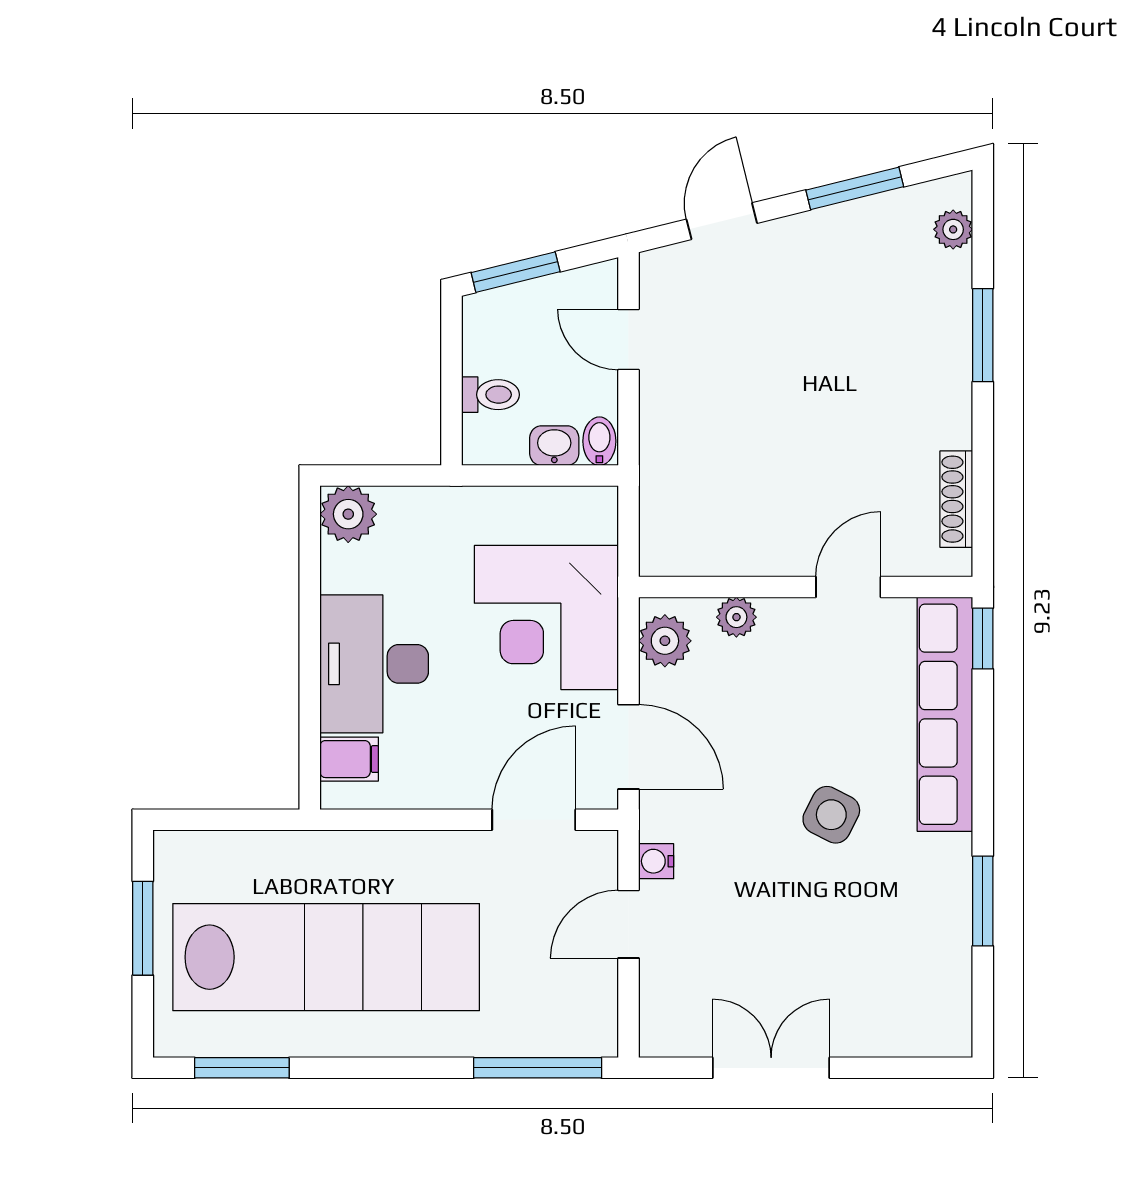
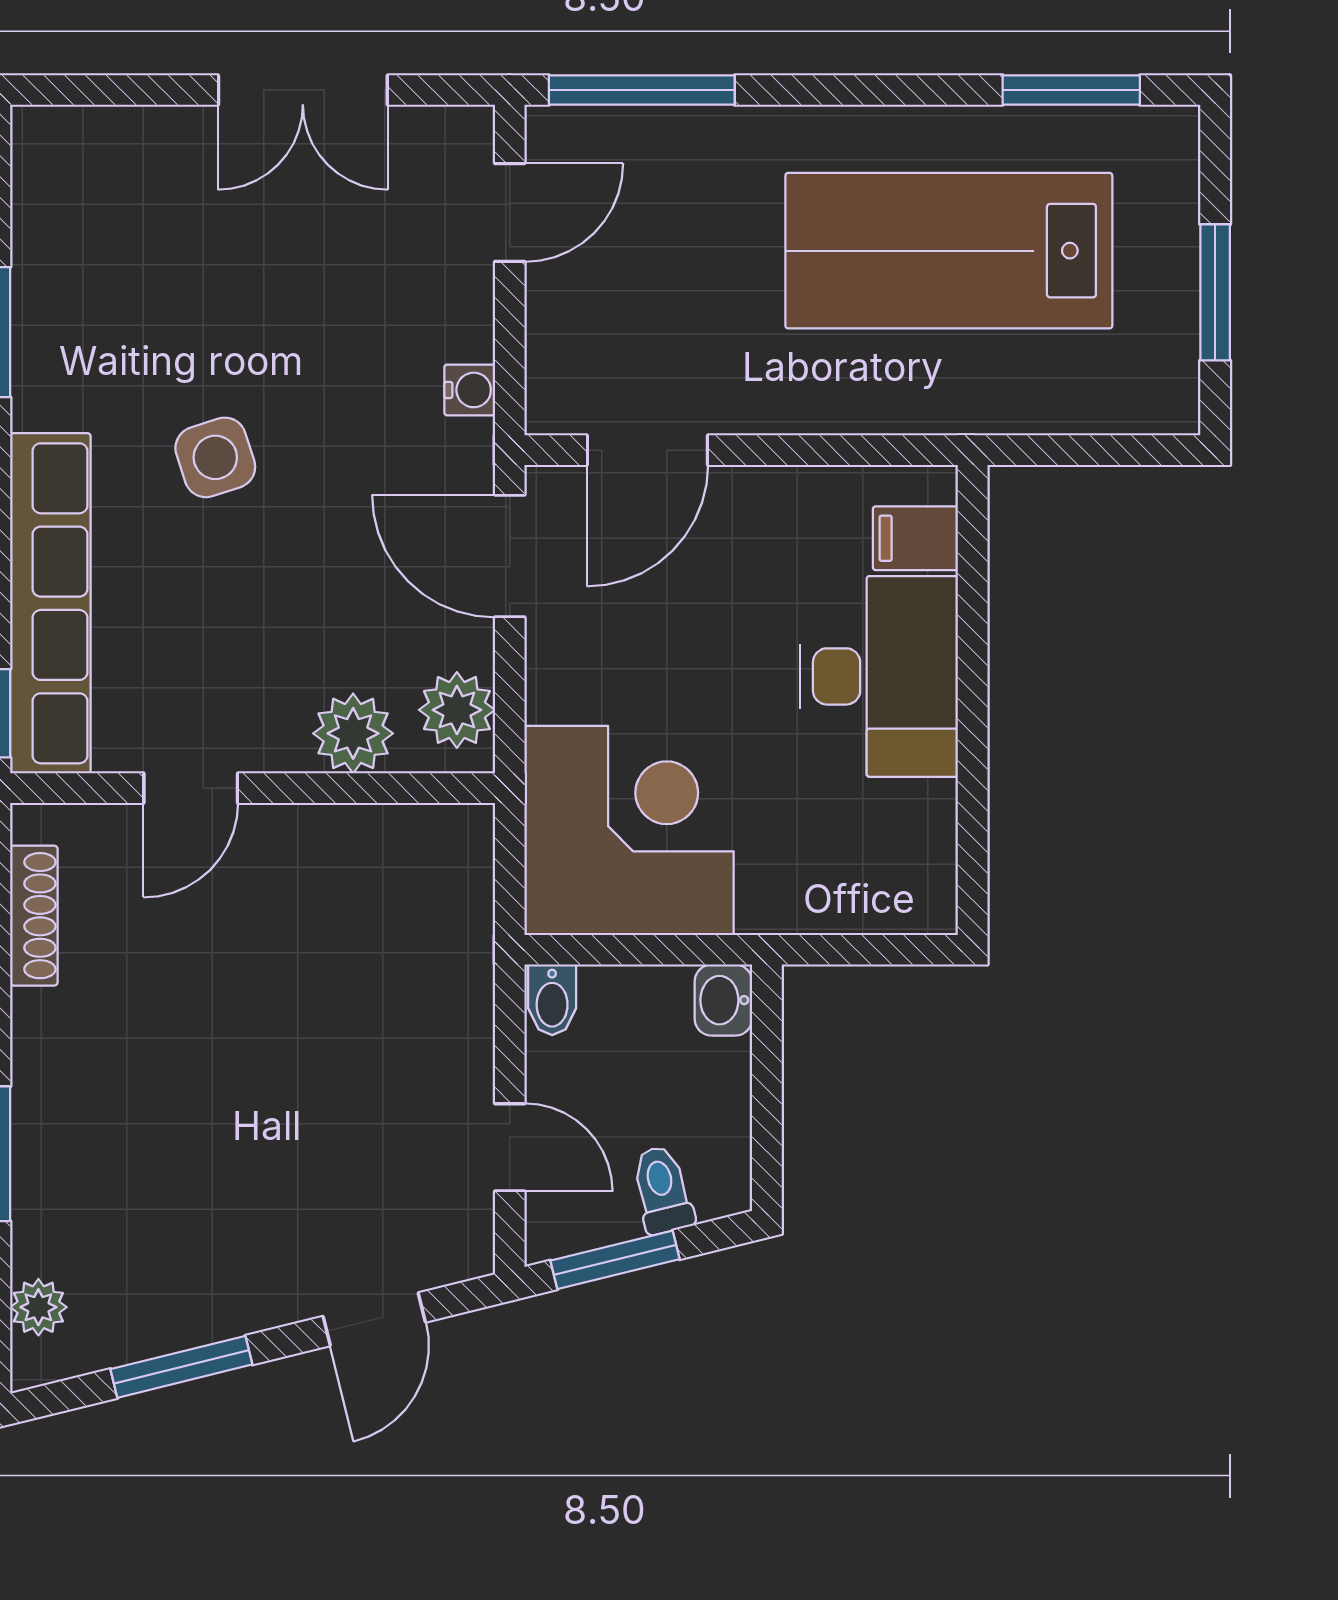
window: (516, 272) -> (615, 1260), moved
toilet: (491, 395) -> (662, 1190), moved, turned 76
washbasin: (554, 446) -> (723, 1000), moved, turned 90
plant: (348, 514) -> (917, 894), removed
plant: (736, 617) -> (353, 733), width x1.38, depth x1.38
corner desk: (546, 618) -> (629, 830), moved
side table: (831, 815) -> (215, 457), turned 45
door: (629, 924) -> (510, 213), moved
lab bench: (326, 957) -> (949, 251), width x0.73

